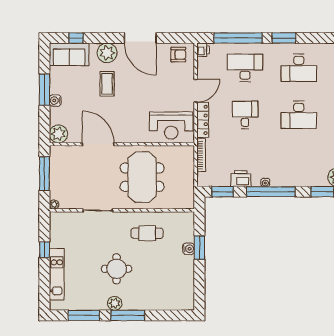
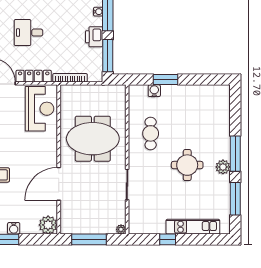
window: (223, 192) -> (108, 56), width x1.44
water cooler: (189, 249) -> (154, 91), moved

